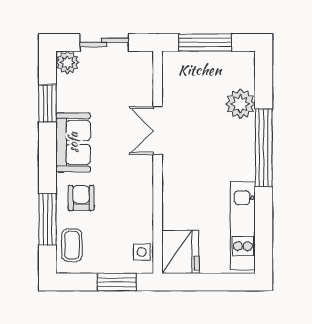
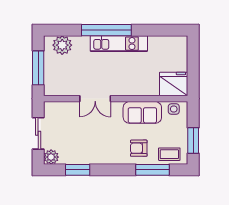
plant: (240, 104) -> (62, 45), moved
sofa: (73, 142) -> (142, 112), moved, turned 180
kitchen unit: (243, 226) -> (119, 44), moved
window: (117, 282) -> (193, 141), moved

